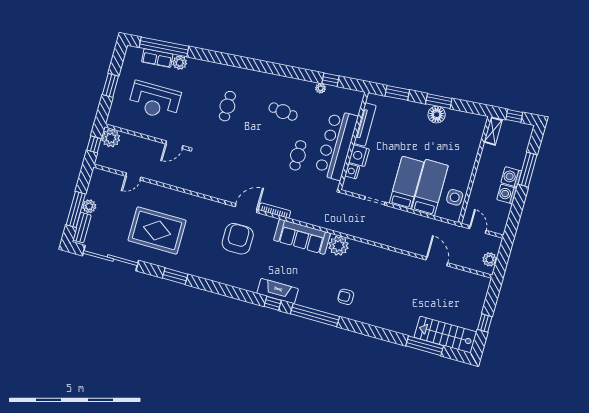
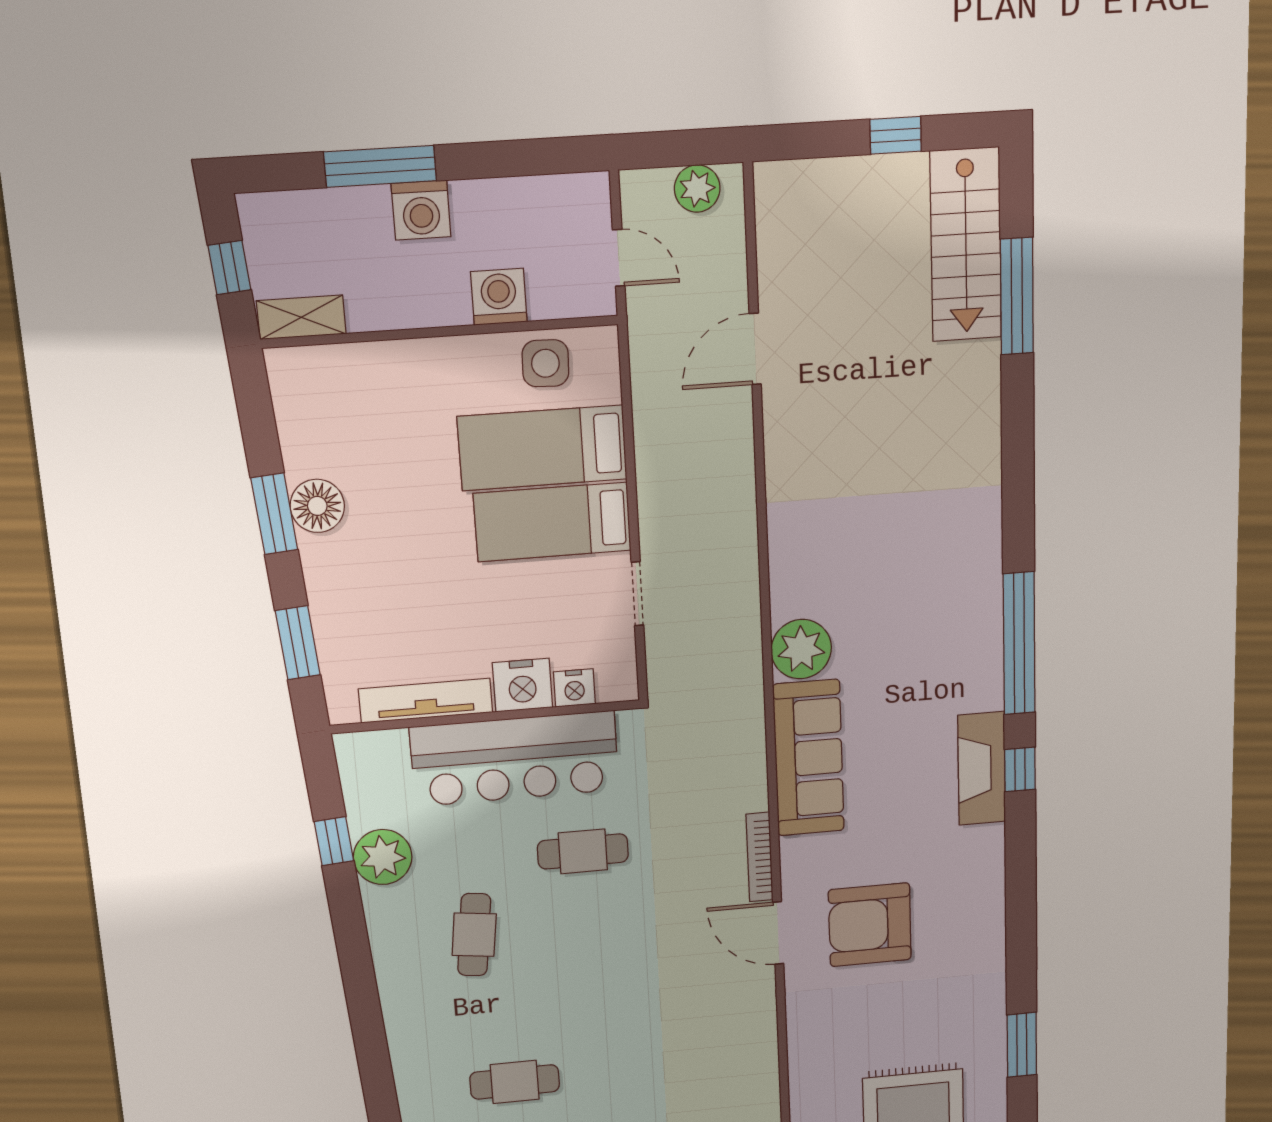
plant: (321, 88) -> (383, 857), width x1.88, depth x1.88
washing machine: (507, 194) -> (499, 297), moved, turned 180
door: (478, 230) -> (619, 258), swing flipped
armchair: (346, 297) -> (941, 576), removed

